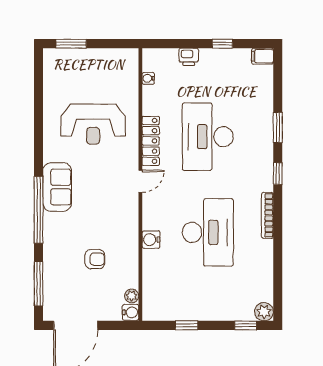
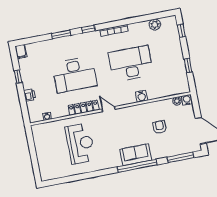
window: (71, 44) -> (35, 166), removed
sofa: (57, 187) -> (136, 155), moved
plant: (264, 312) -> (155, 25), moved

